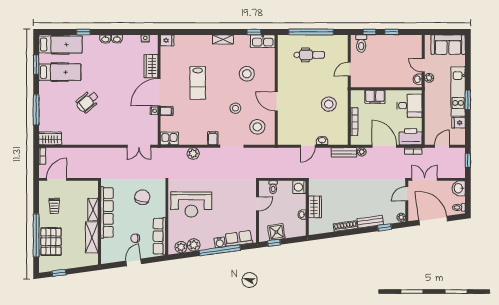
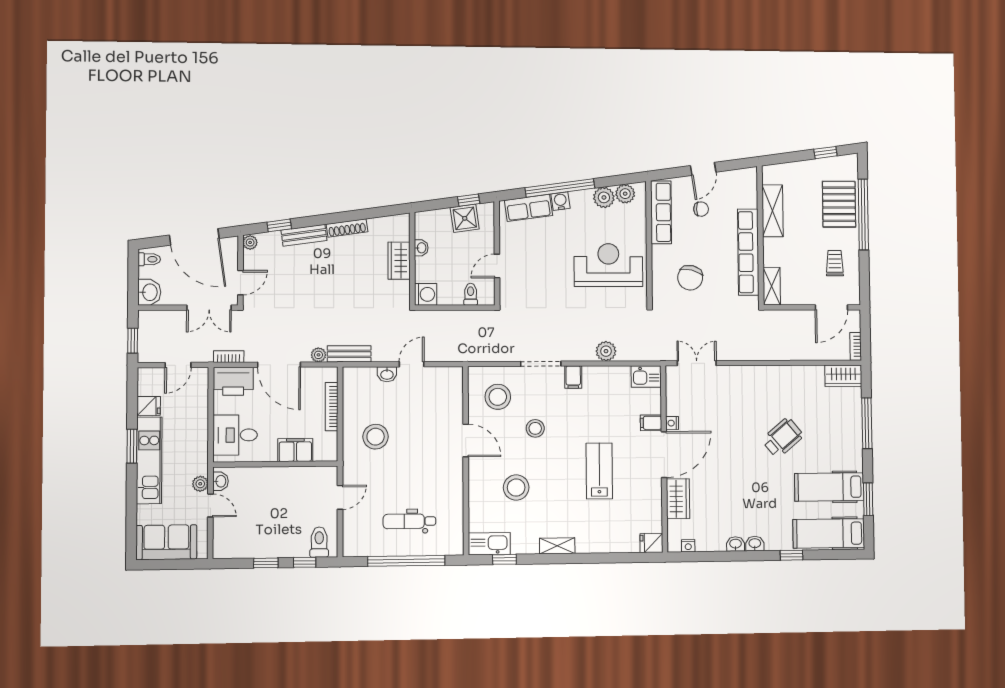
shelving: (93, 209) -> (772, 286), moved

